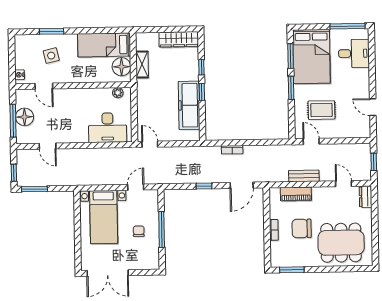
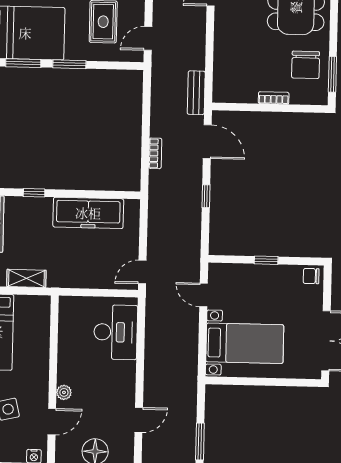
floor lamp: (121, 67) -> (28, 308), removed
window: (202, 92) -> (70, 194), removed
plant: (118, 93) -> (64, 392), moved
bench: (304, 176) -> (196, 93), moved
piano: (296, 194) -> (223, 64), removed
chair: (302, 228) -> (306, 65), moved
window: (162, 229) -> (266, 260), width x0.46
chair: (139, 231) -> (311, 276), moved

